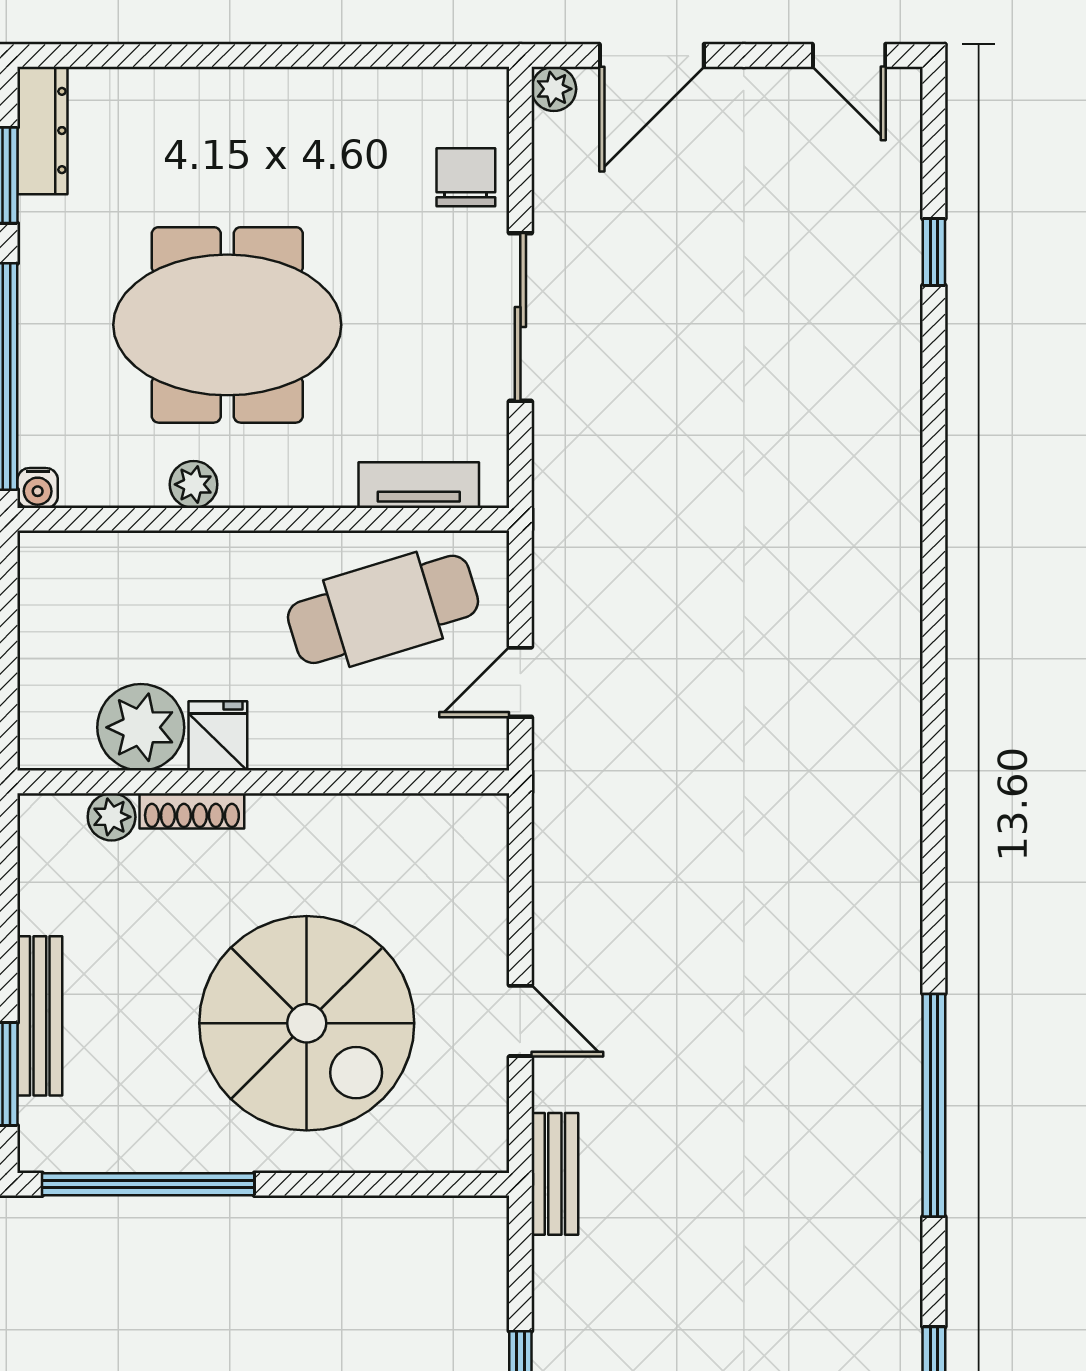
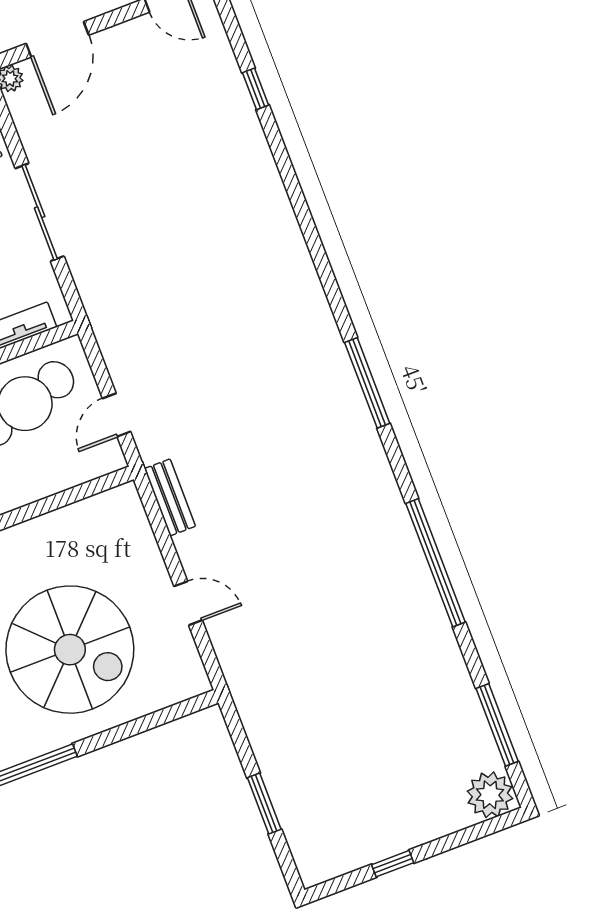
window: (934, 781) -> (367, 383), added
bench: (555, 1174) -> (170, 497), moved

